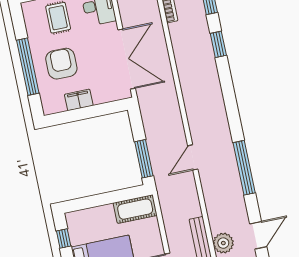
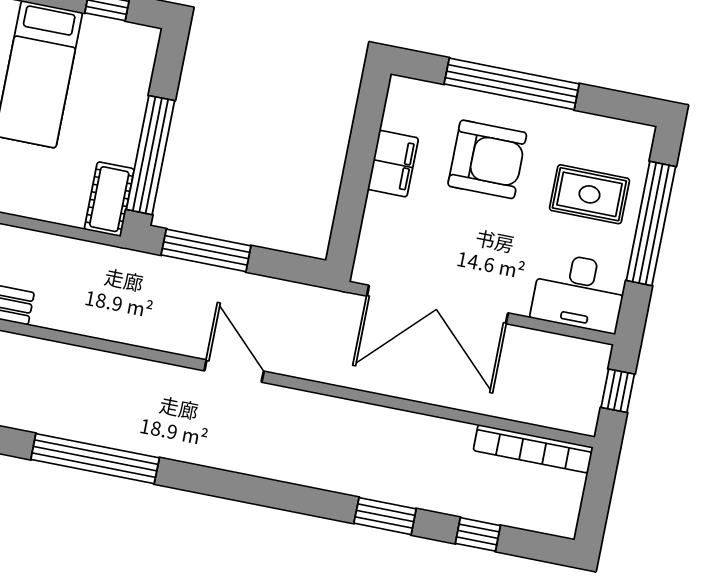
door: (193, 157) -> (234, 371), moved
window: (116, 196) -> (151, 155), added
cot: (135, 209) -> (109, 199), width x0.73, depth x0.75

